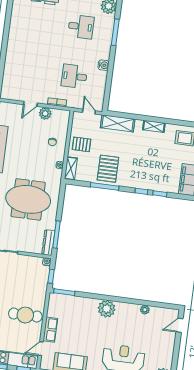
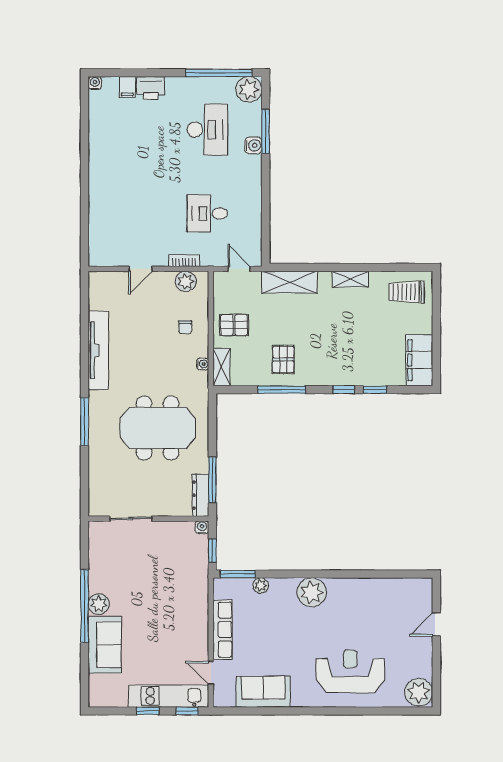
desk: (81, 27) -> (207, 130), width x1.37
water cooler: (104, 65) -> (253, 145), moved
plant: (45, 113) -> (186, 281), moved
pallet: (108, 169) -> (283, 359), width x0.67, depth x0.71
plant: (145, 310) -> (261, 585), moved
cafe table: (25, 315) -> (178, 620), removed
door: (180, 325) -> (436, 624), moved
row of seats: (50, 330) -> (223, 630), width x1.48
door: (41, 349) -> (211, 673), hinge flipped

